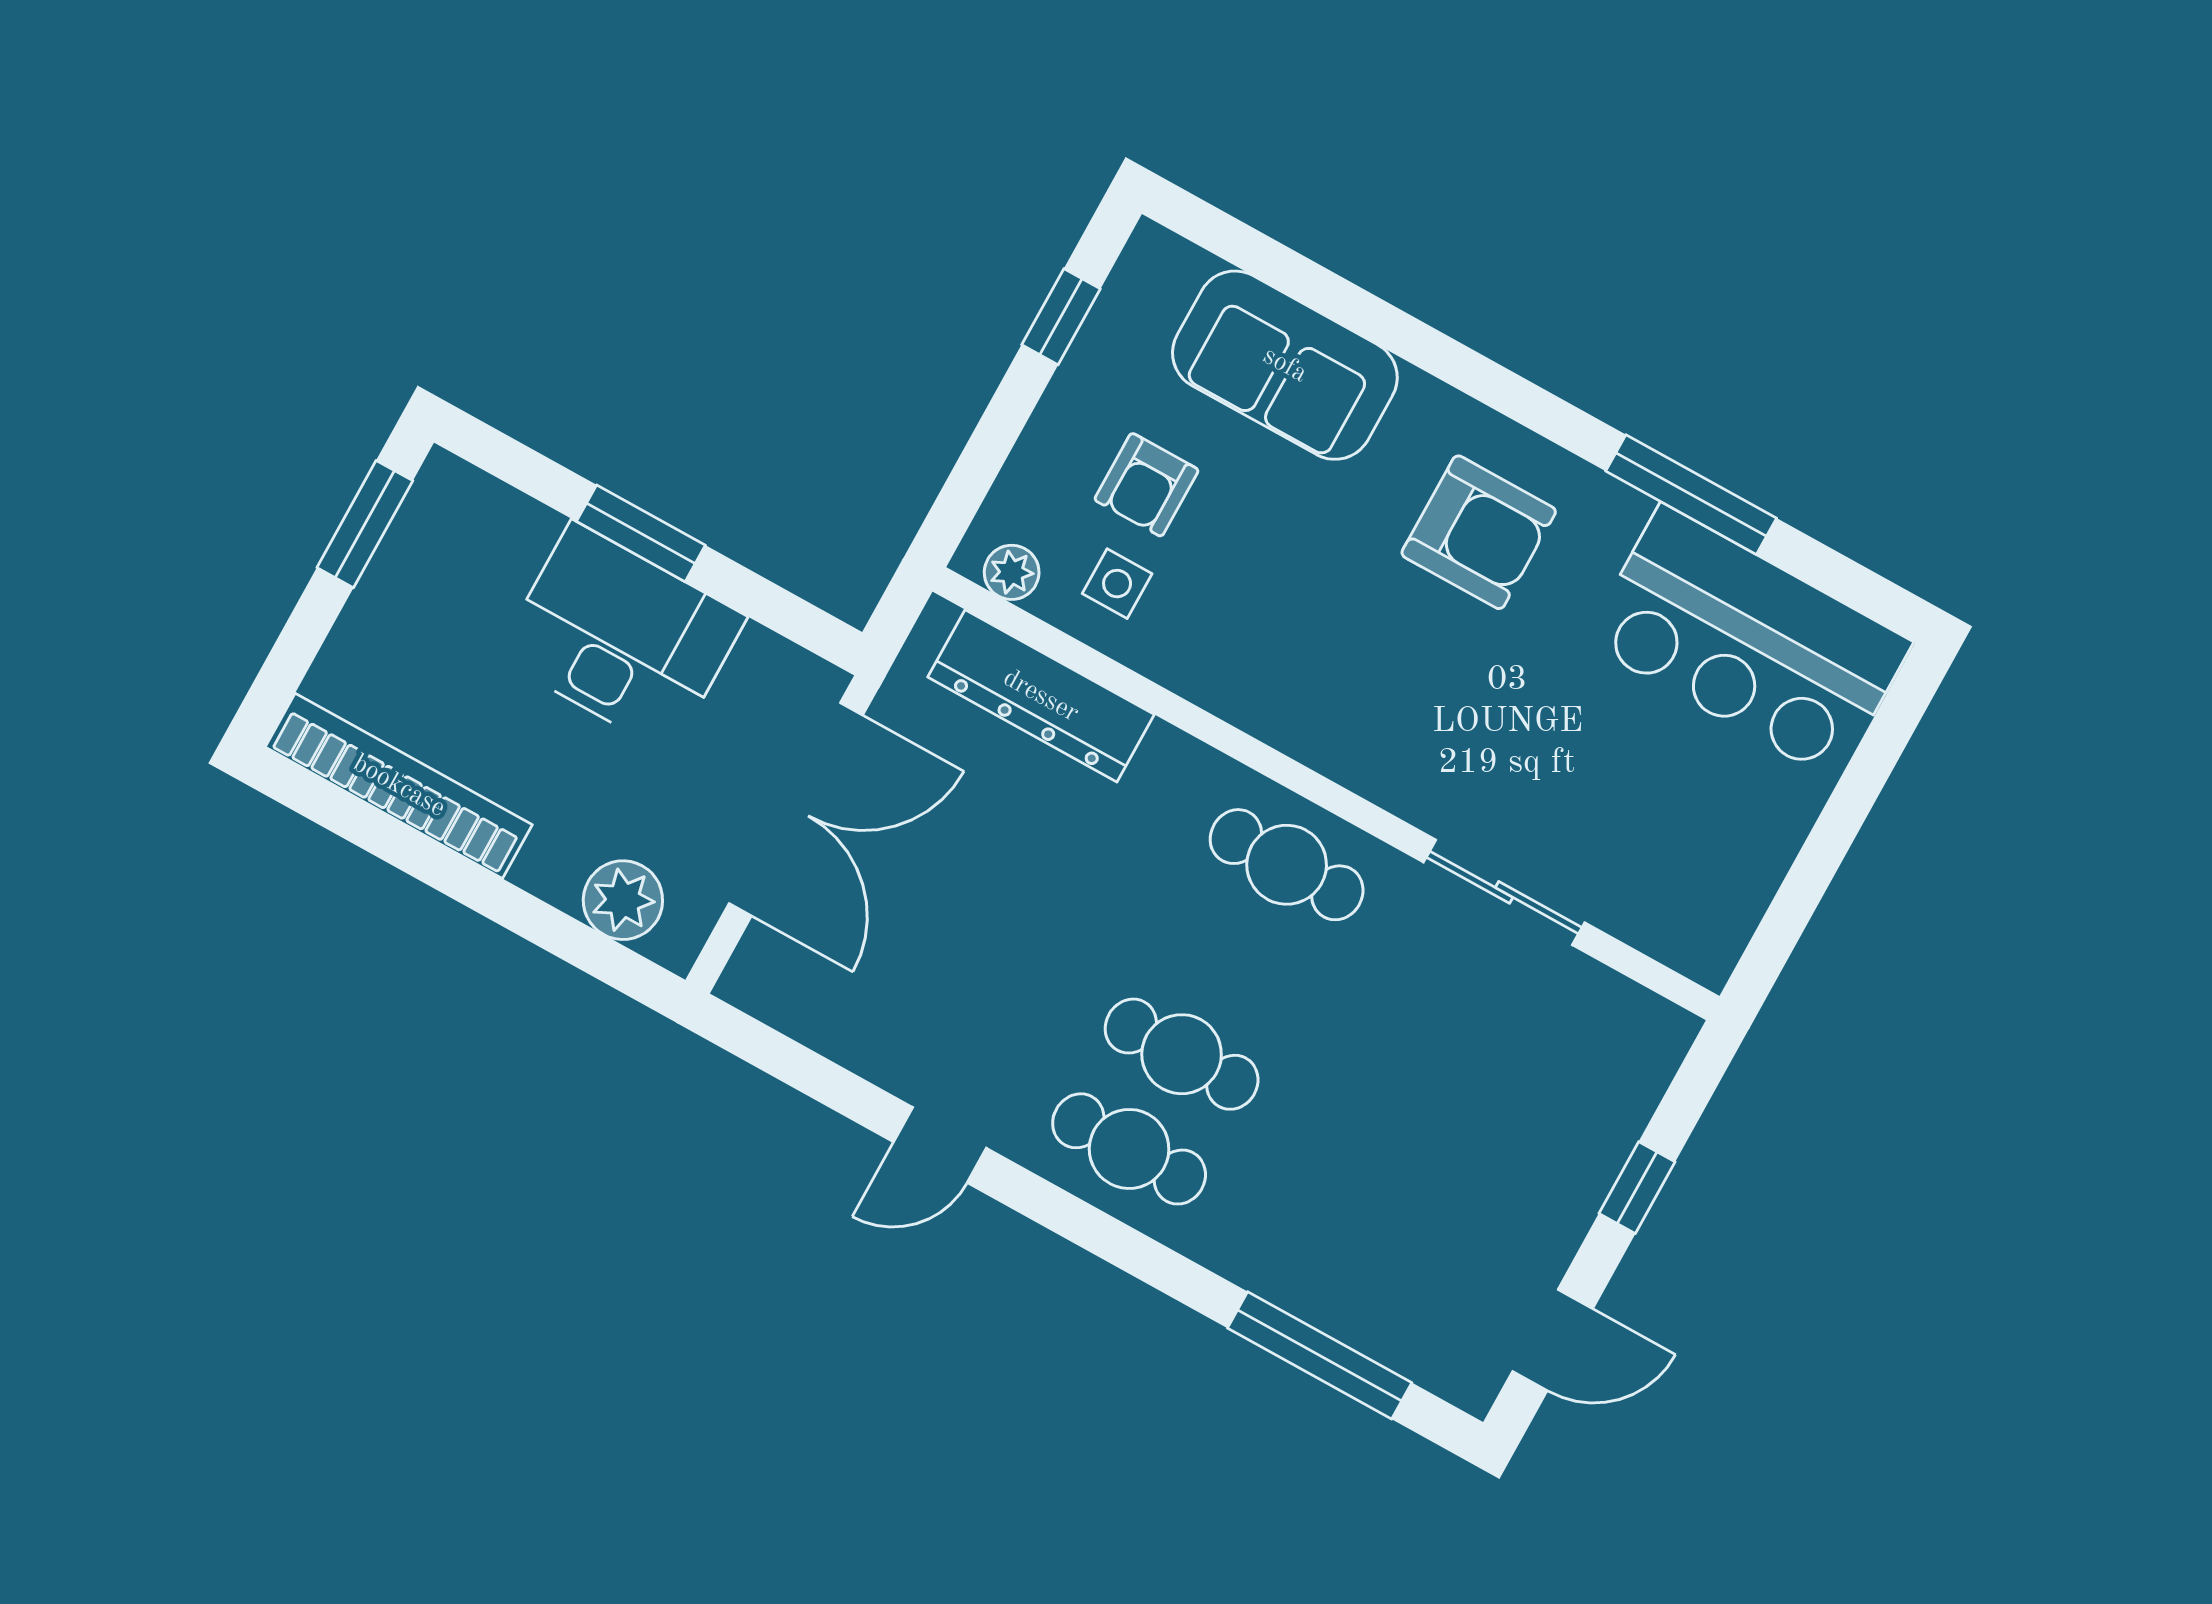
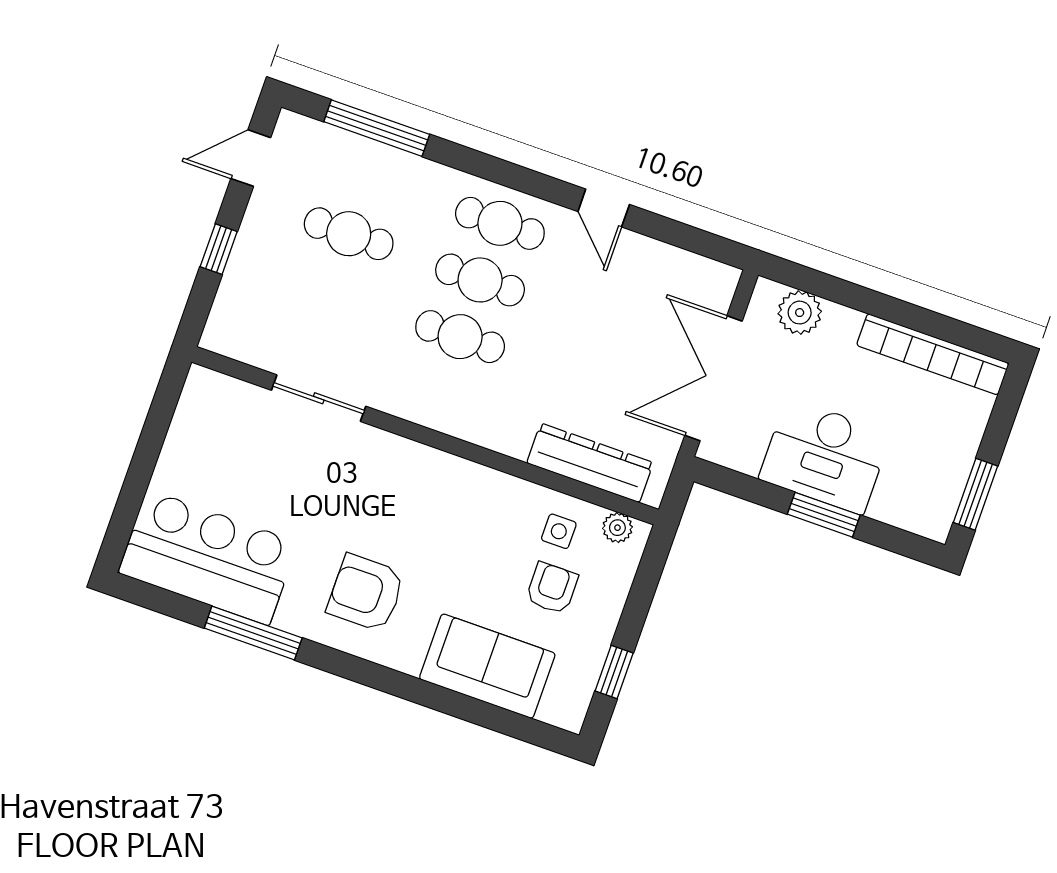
cafe table: (1287, 865) -> (460, 337), moved
door: (940, 1145) -> (604, 208), swing flipped
cafe table: (1401, 1176) -> (349, 234), added

